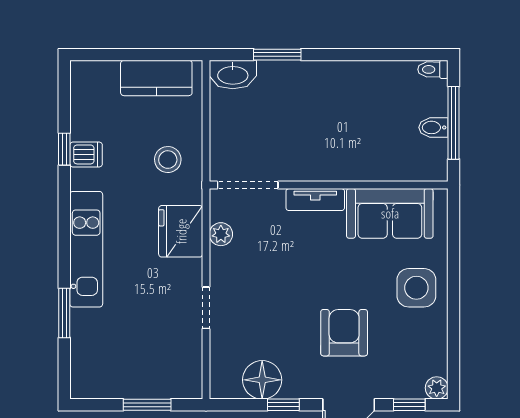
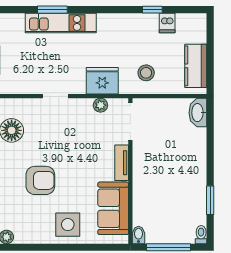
window: (277, 55) -> (210, 200), moved
bidet: (433, 127) -> (139, 235), moved
dishwasher: (86, 154) -> (167, 23), moved
kitchen unit: (86, 249) -> (61, 23), moved

